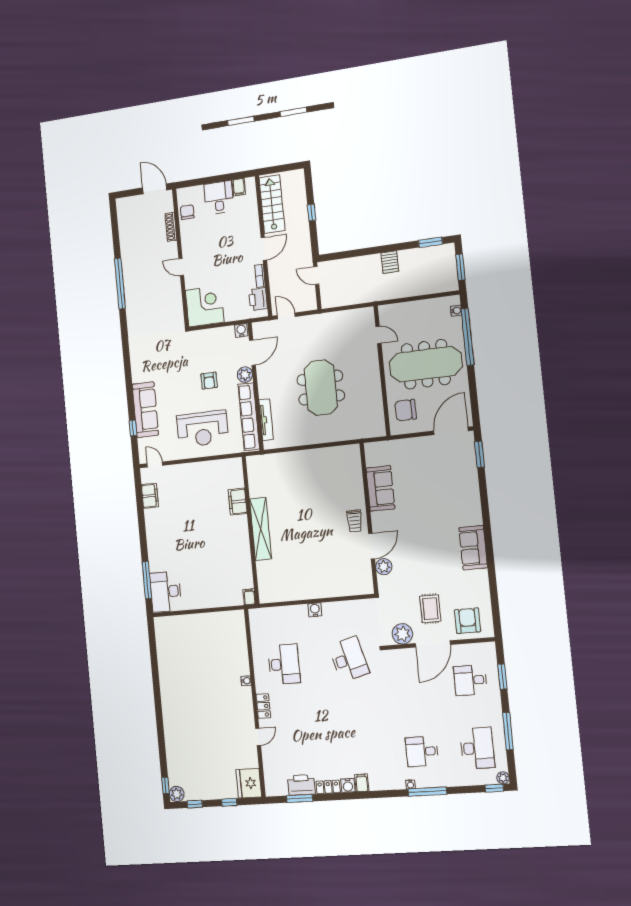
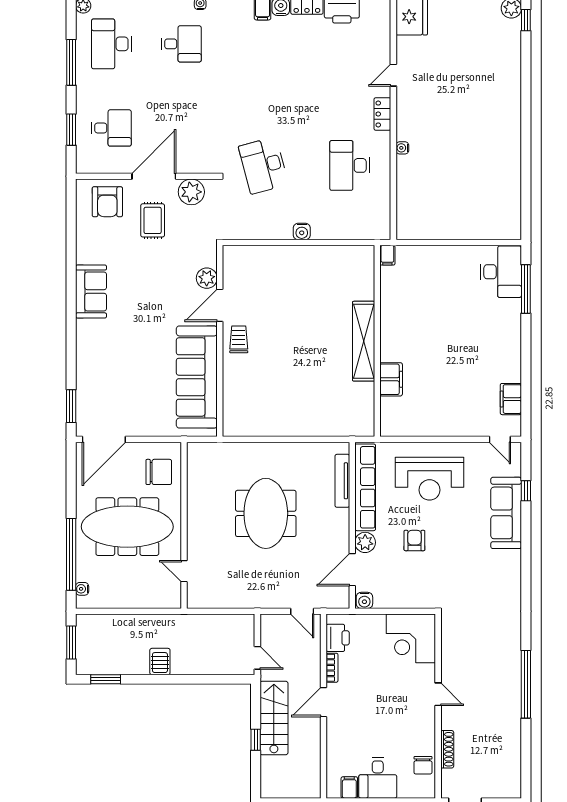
stairs: (272, 204) -> (274, 718), moved, turned 180
reception desk: (203, 429) -> (430, 479), turned 180
sofa: (380, 488) -> (197, 377), width x1.85, depth x1.27

